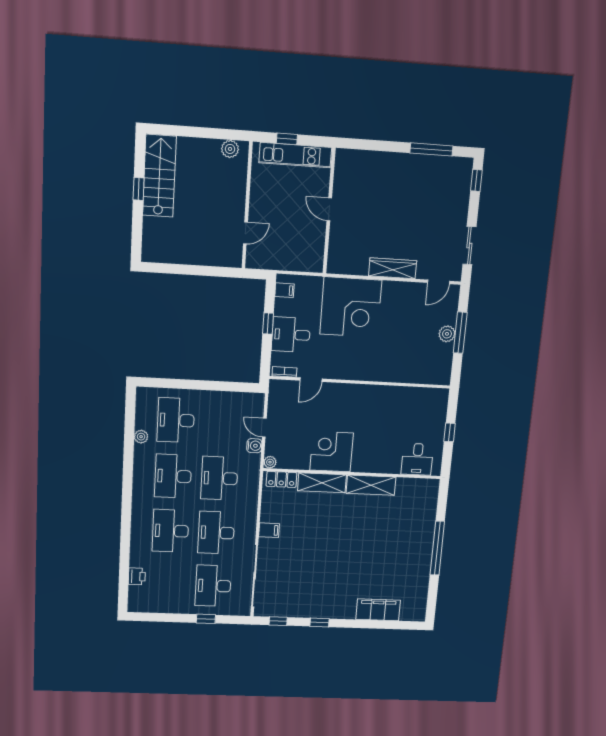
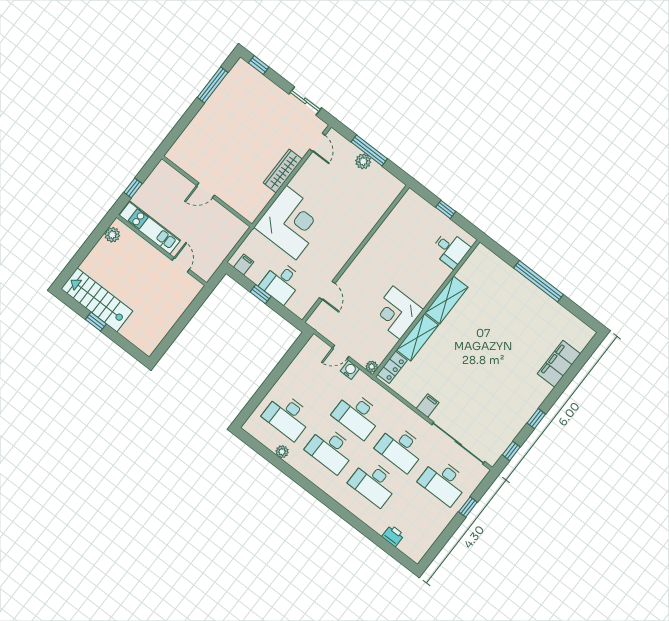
kitchen unit: (295, 155) -> (150, 228), moved, turned -90
bookcase: (284, 372) -> (307, 307), removed

